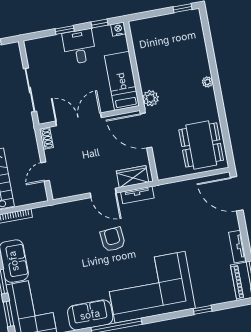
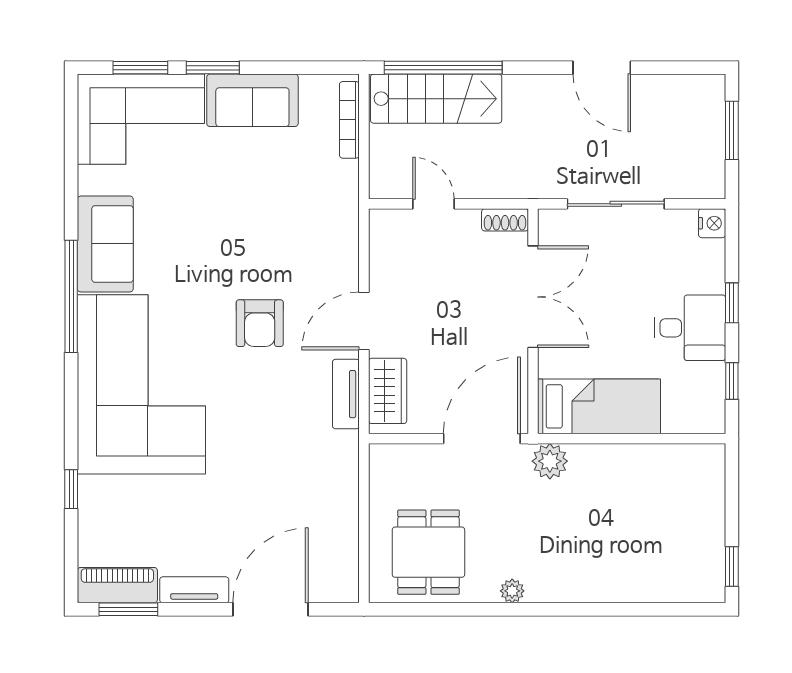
nightstand: (118, 29) -> (712, 223), moved
plant: (208, 82) -> (512, 591), moved
dining table: (201, 145) -> (428, 552), width x0.73
door: (237, 194) -> (271, 609), moved
armchair: (113, 239) -> (260, 323), turned 95

